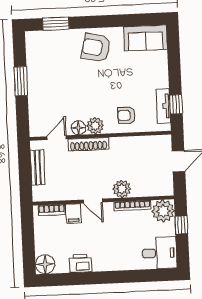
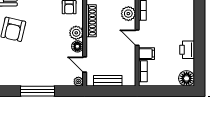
window: (21, 81) -> (38, 91), width x1.44
plant: (35, 131) -> (78, 82), added
shoe rack: (89, 144) -> (91, 21), moved
door: (93, 201) -> (137, 38), swing flipped

